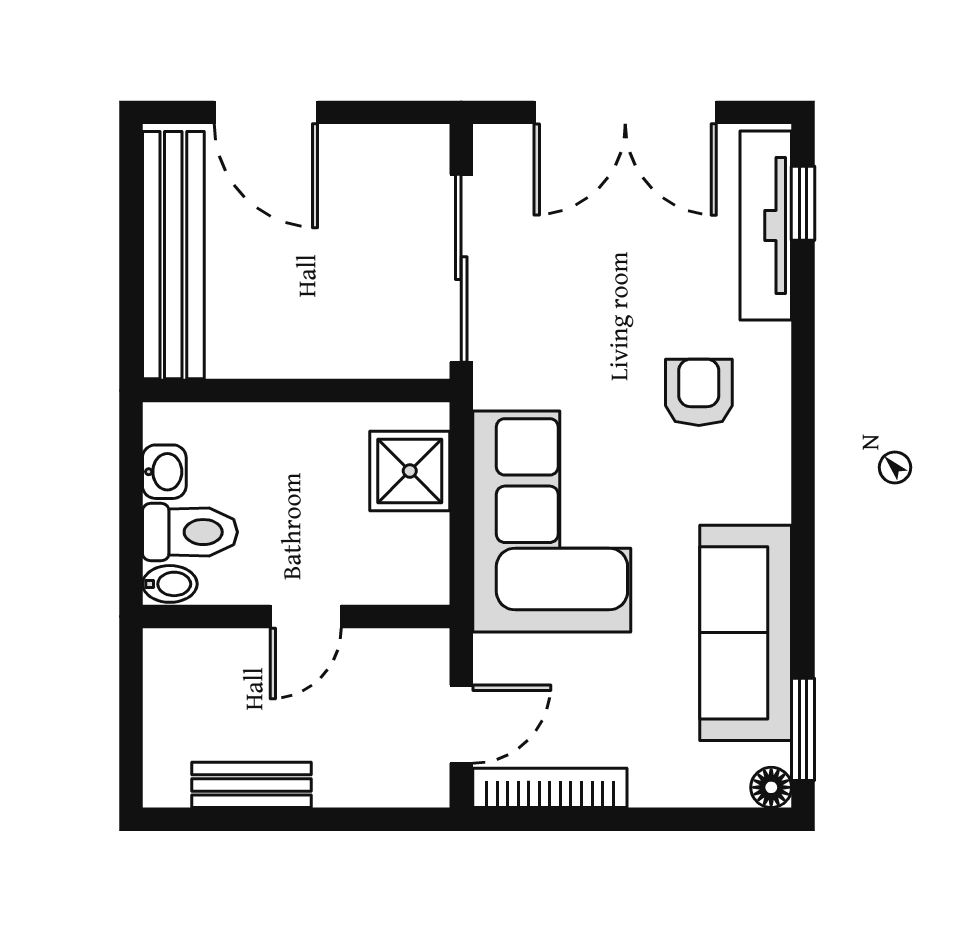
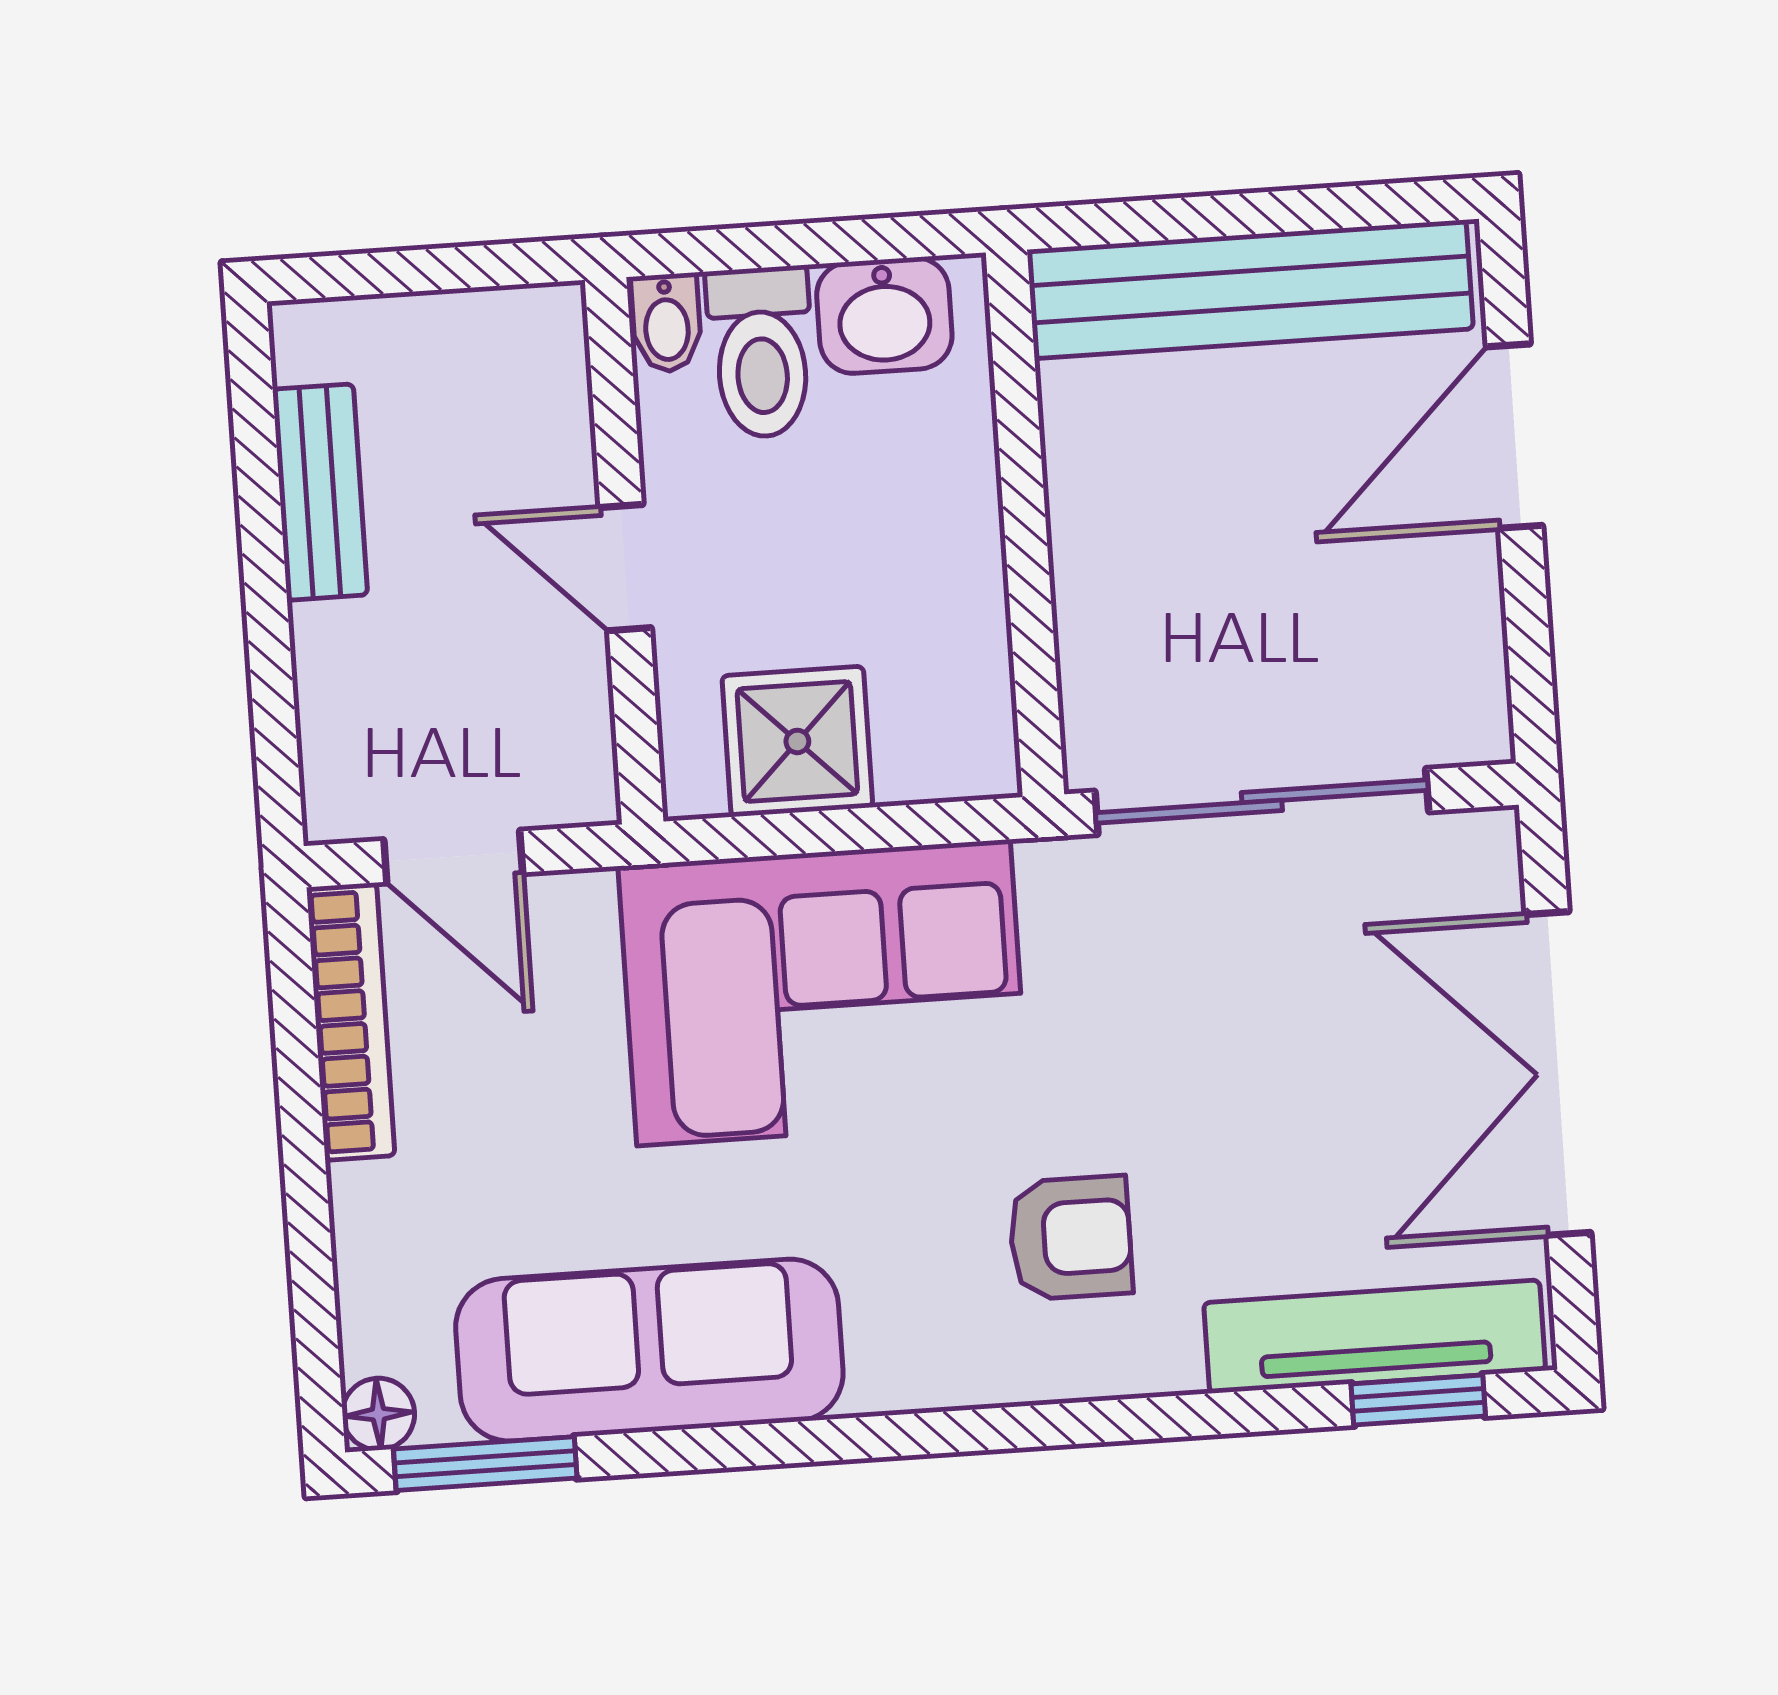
shower: (410, 471) -> (797, 741), moved
washbasin: (164, 472) -> (884, 315), width x1.38, depth x1.45

